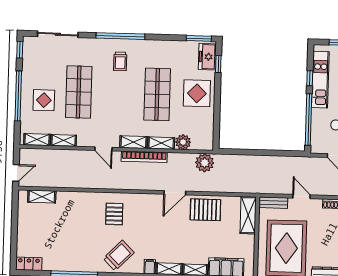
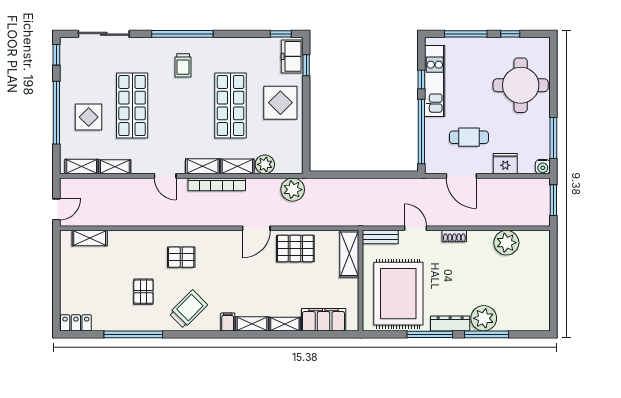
window: (199, 38) -> (281, 34), width x0.67
pallet: (114, 214) -> (181, 257), turned 90
pallet: (83, 241) -> (143, 292), added

